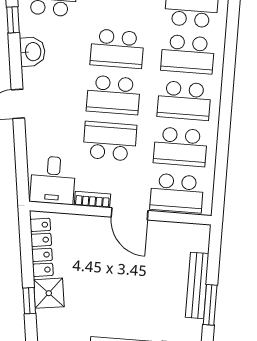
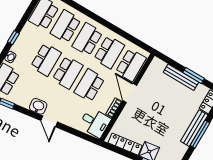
washbasin: (32, 52) -> (38, 106), moved
school desk: (188, 54) -> (66, 26), turned 180
school desk: (184, 101) -> (87, 39), turned 180
door: (130, 214) -> (130, 93), swing flipped

